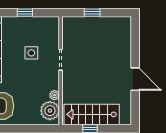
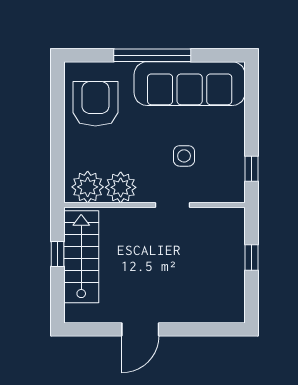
window: (25, 13) -> (251, 169), moved
plant: (54, 95) -> (121, 187), width x1.88, depth x1.88

